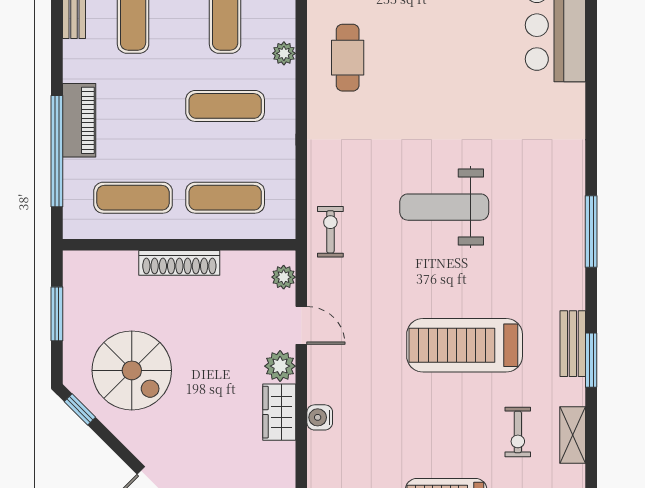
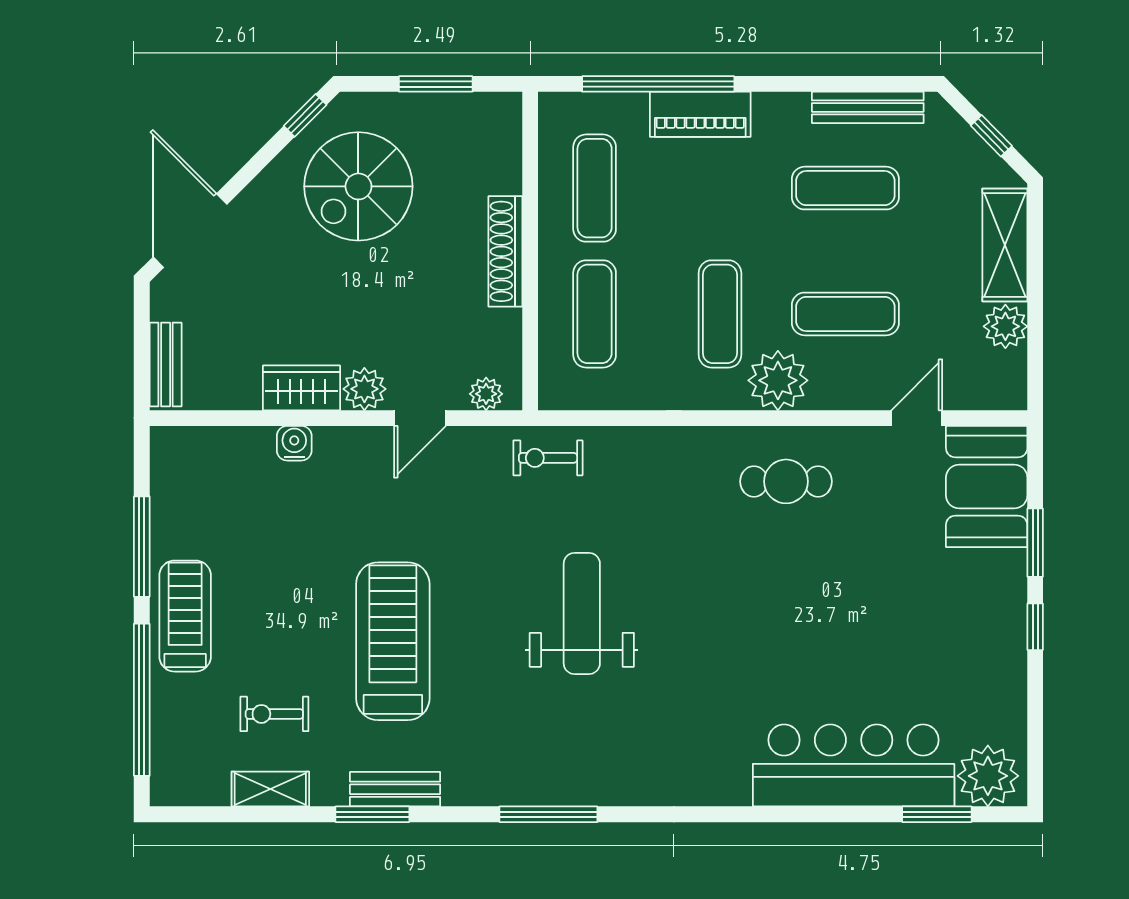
plant: (284, 53) -> (778, 380), width x1.87, depth x1.87
exercise bike: (330, 232) -> (548, 458), turned 180

